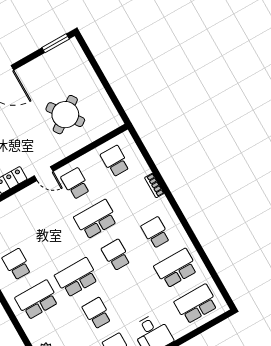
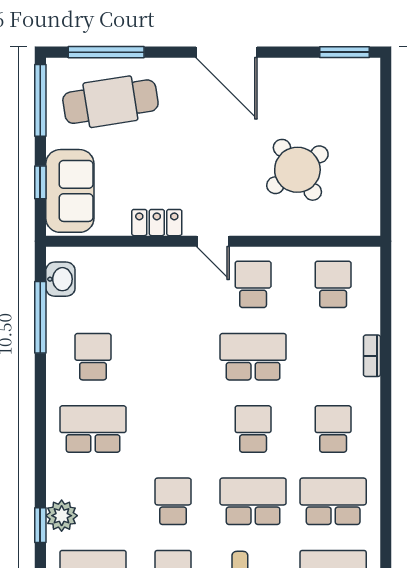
school desk: (77, 278) -> (253, 501), moved

